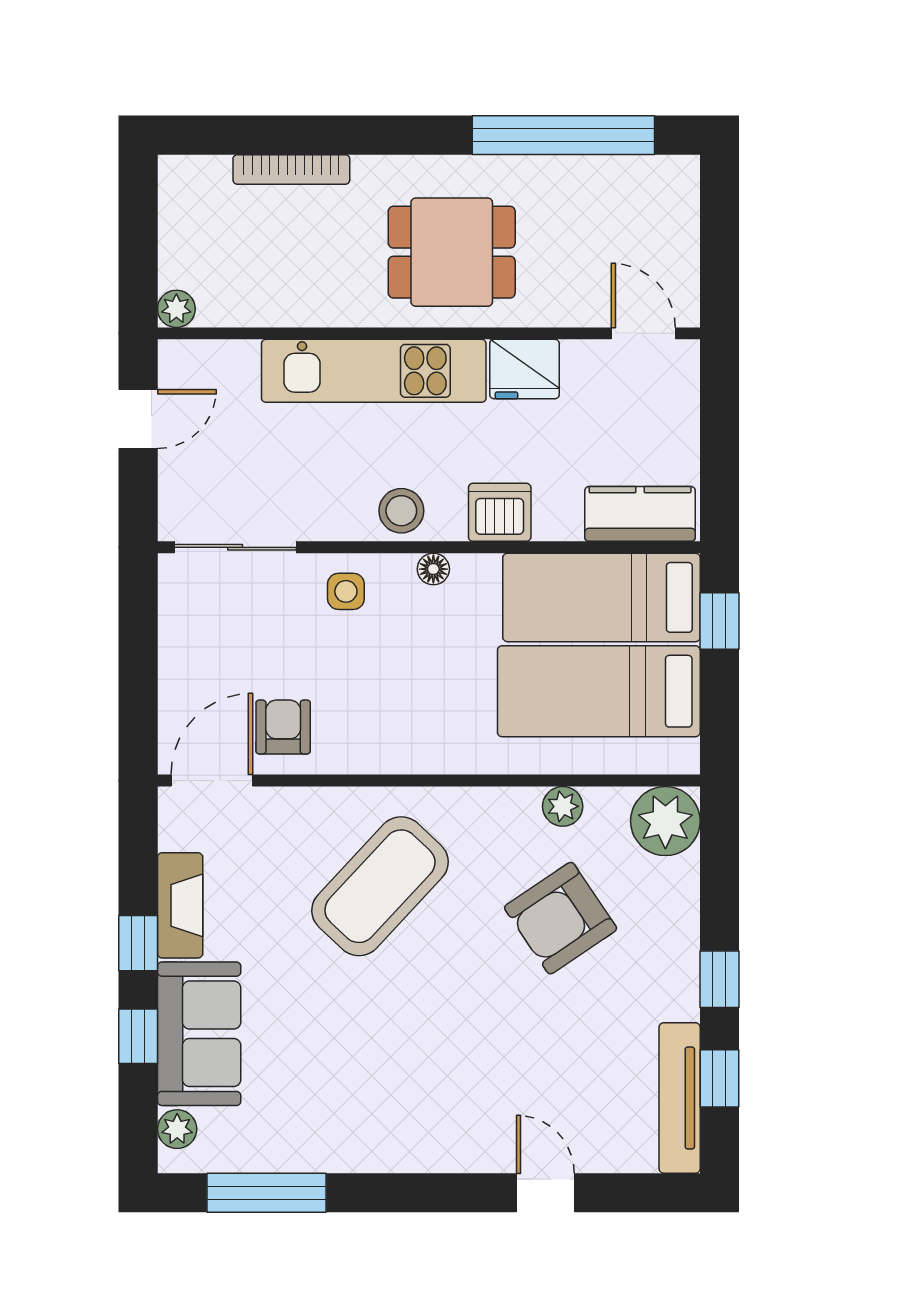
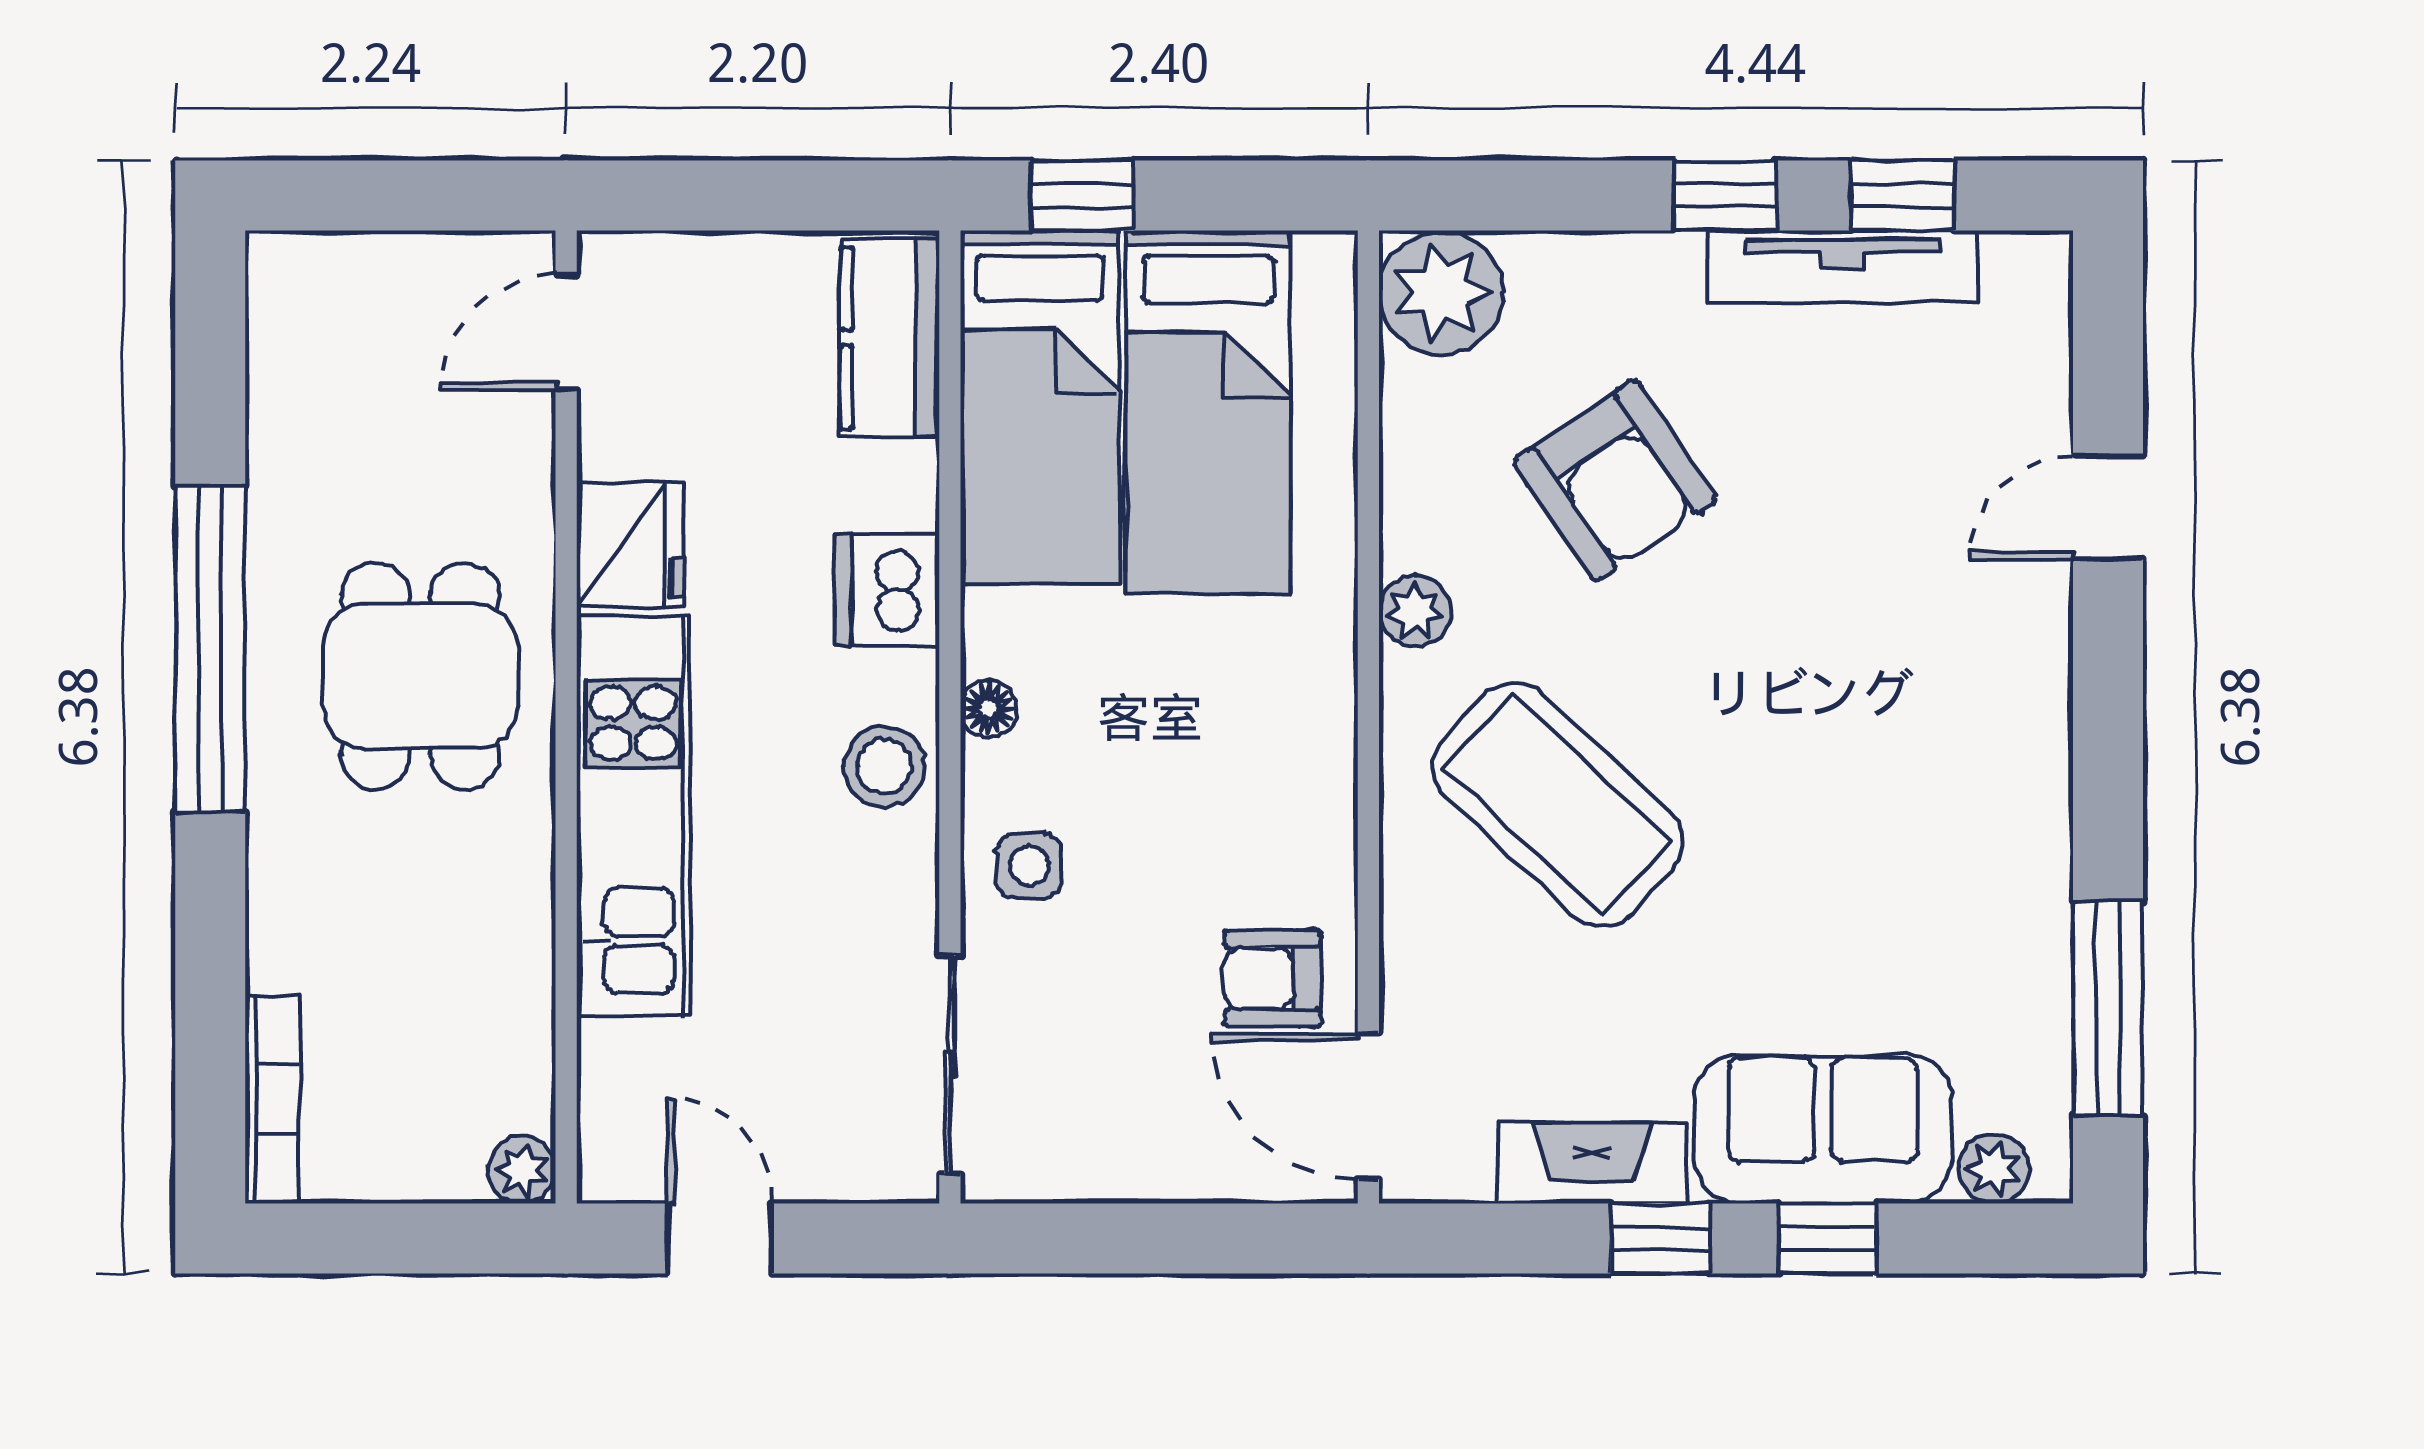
window: (563, 135) -> (210, 649), moved
bookcase: (291, 169) -> (272, 1099), moved
plant: (563, 806) -> (1415, 611), moved
tv unit: (680, 1098) -> (1842, 267), moved

